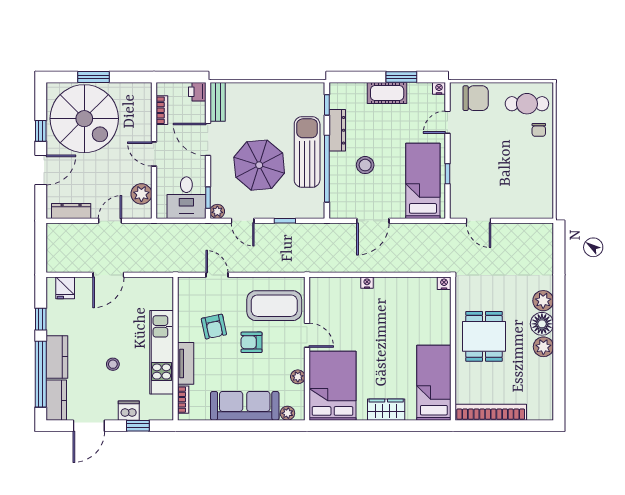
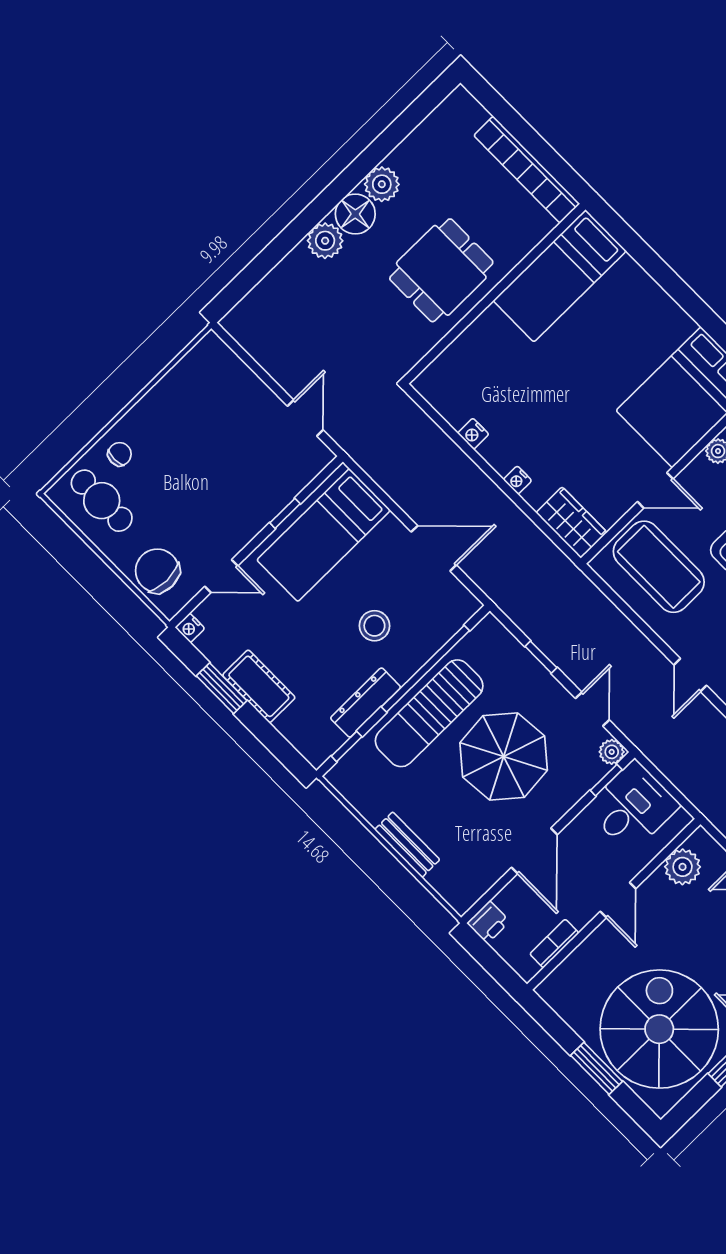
bench: (218, 102) -> (407, 845), moved, turned 90
nightstand: (444, 283) -> (473, 434), moved
door: (307, 335) -> (655, 490), swing flipped
wardrobe: (386, 410) -> (571, 523), moved, turned 180

